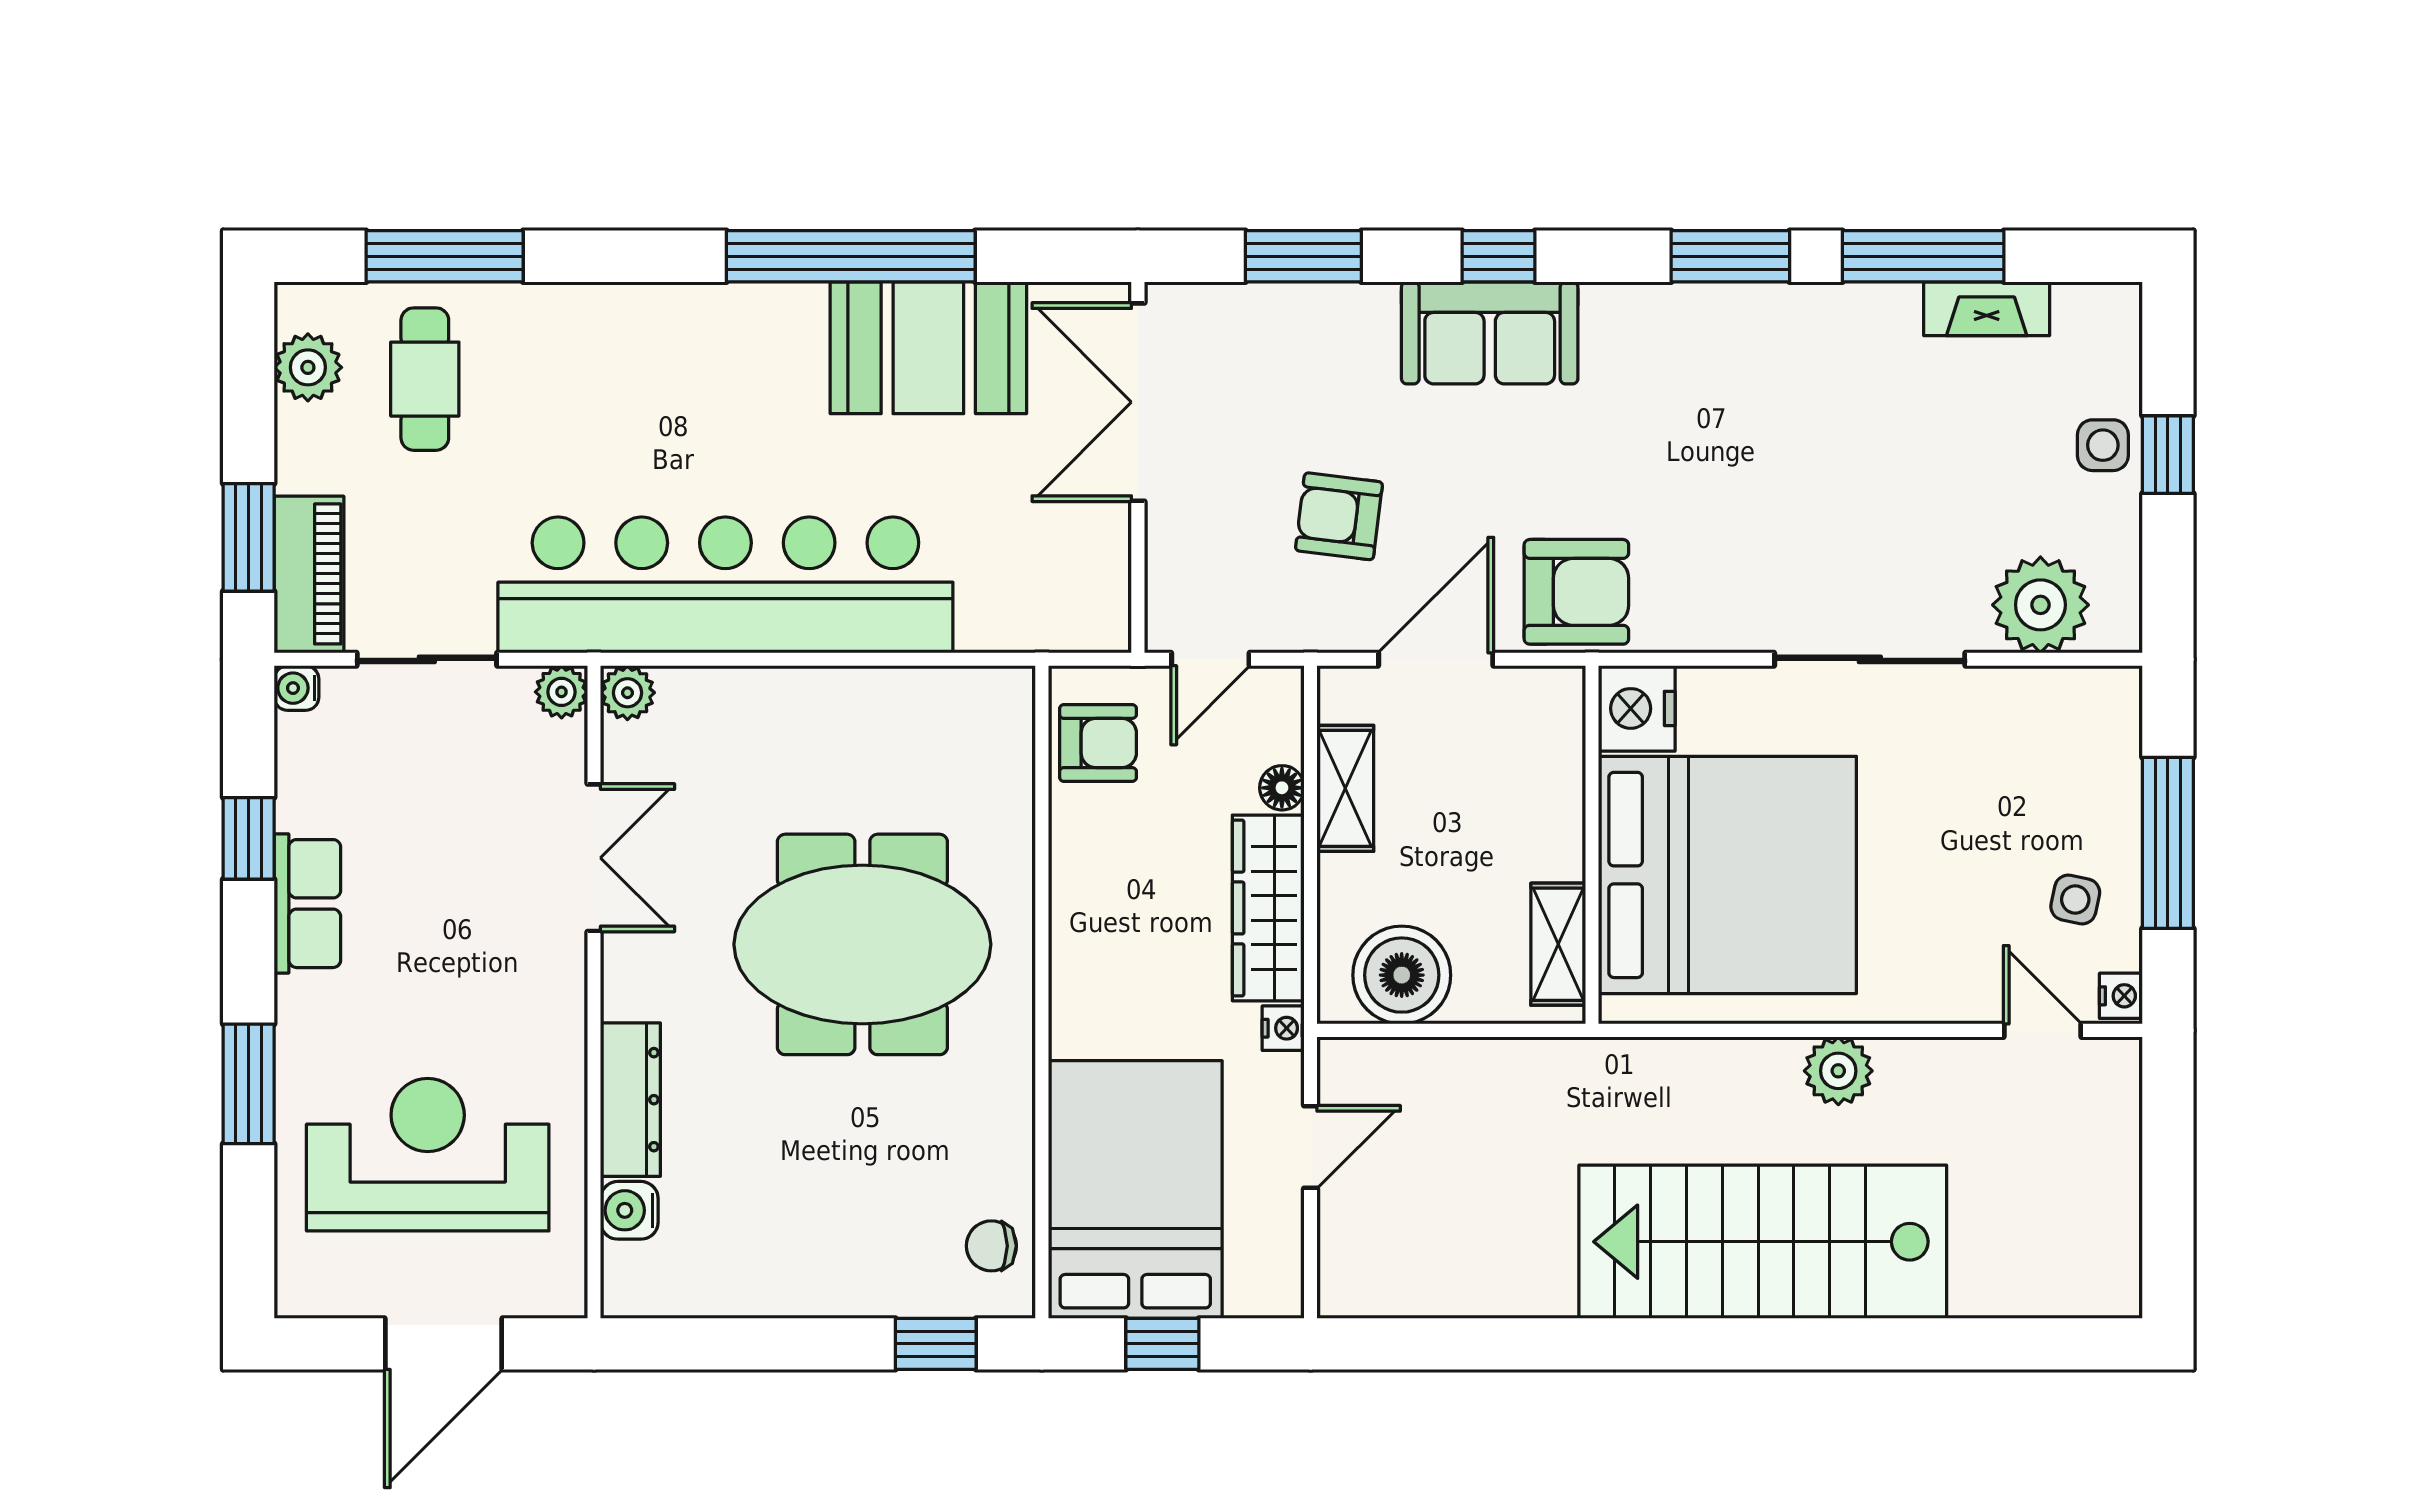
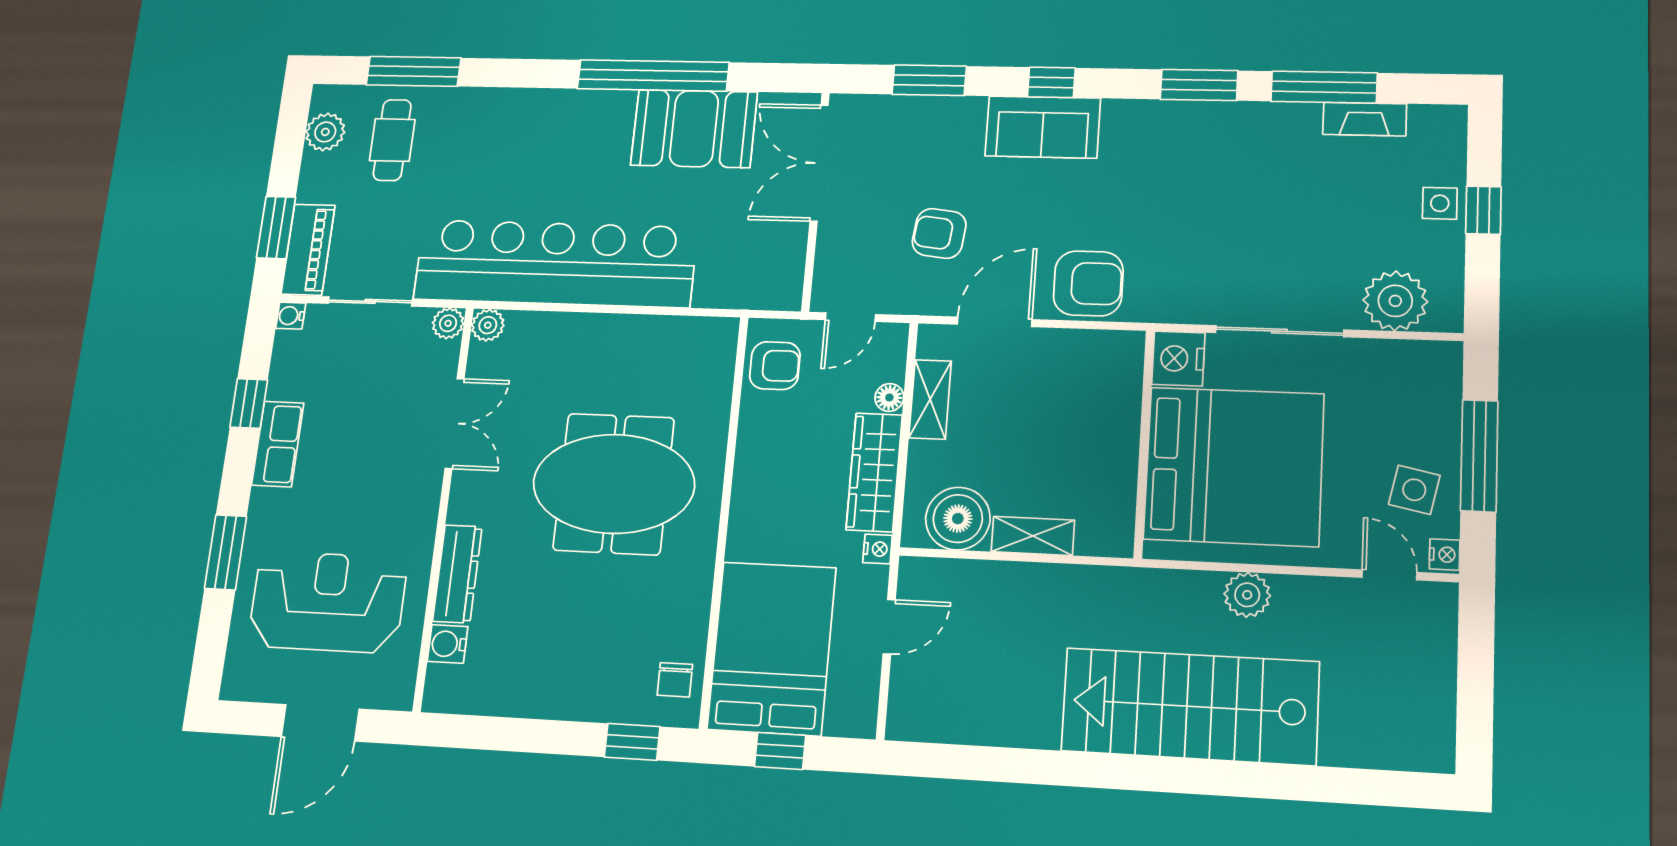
nightstand: (1637, 708) -> (1178, 359), moved
wall: (1592, 845) -> (1144, 443), moved
bed: (1727, 875) -> (1234, 466), moved
side table: (2075, 899) -> (1414, 490), width x1.37, depth x1.37
shelving: (1558, 944) -> (1033, 536), moved, turned 90
chair: (991, 1246) -> (675, 680), turned -90

